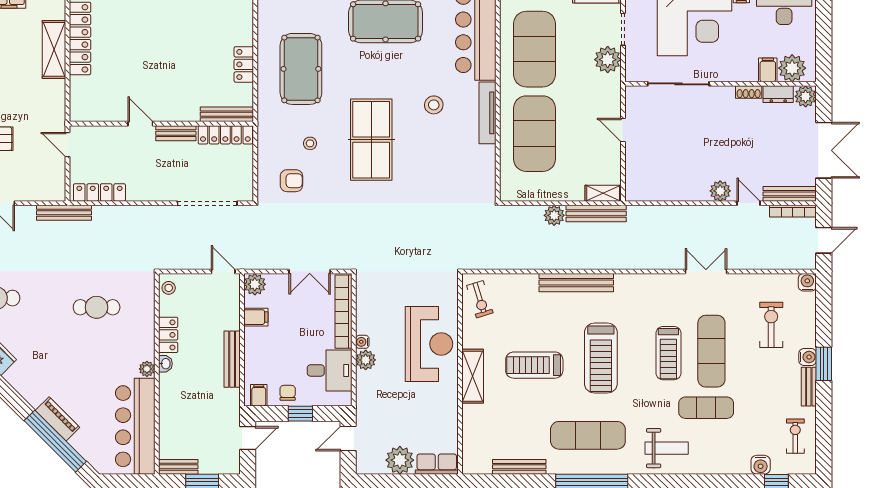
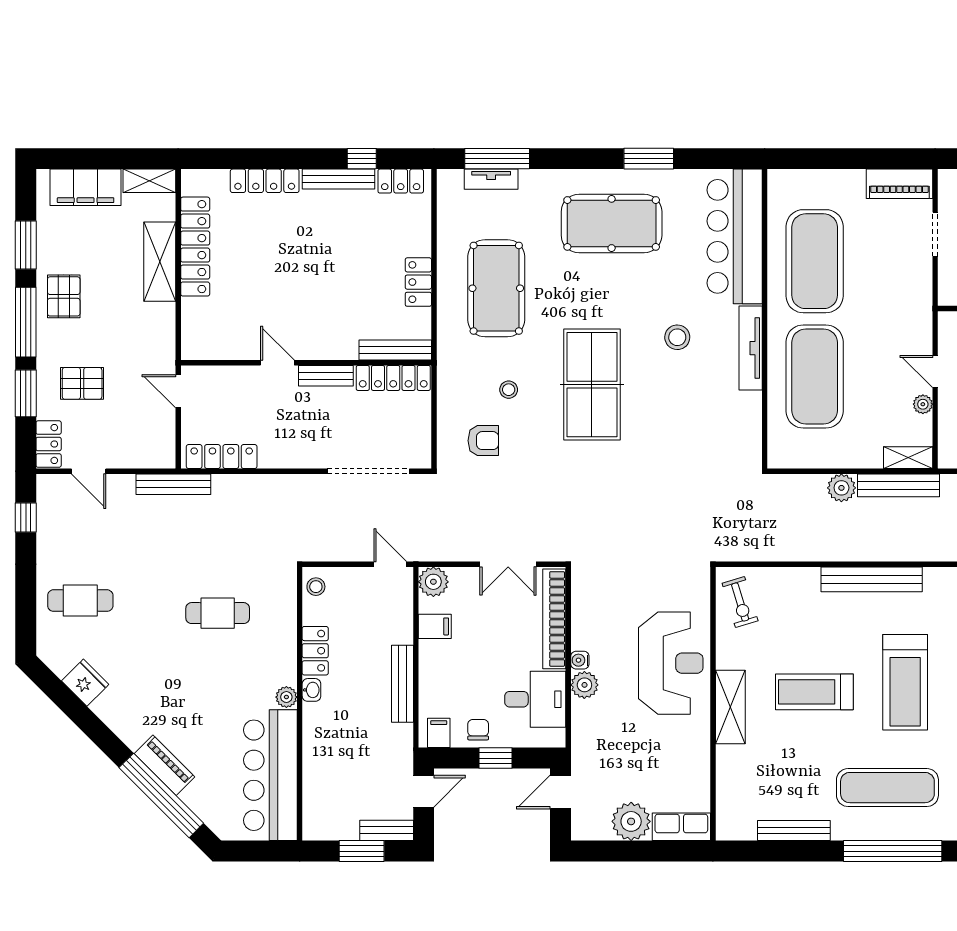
plant: (608, 60) -> (923, 404), moved, width x0.53, depth x0.53
bench: (178, 467) -> (387, 830), moved

